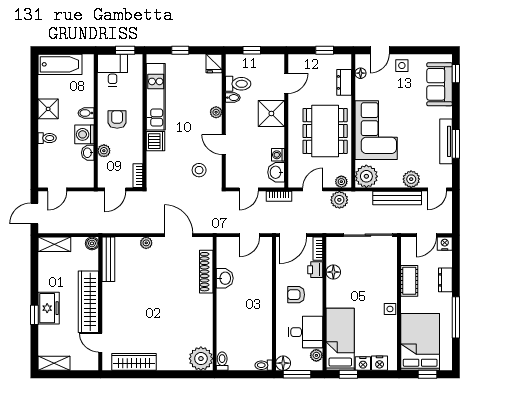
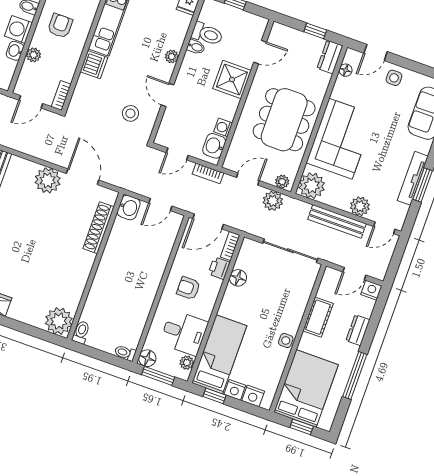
dresser: (344, 82) -> (330, 57), moved
plant: (146, 243) -> (48, 180), width x1.87, depth x1.87
washbasin: (225, 278) -> (129, 208), moved

